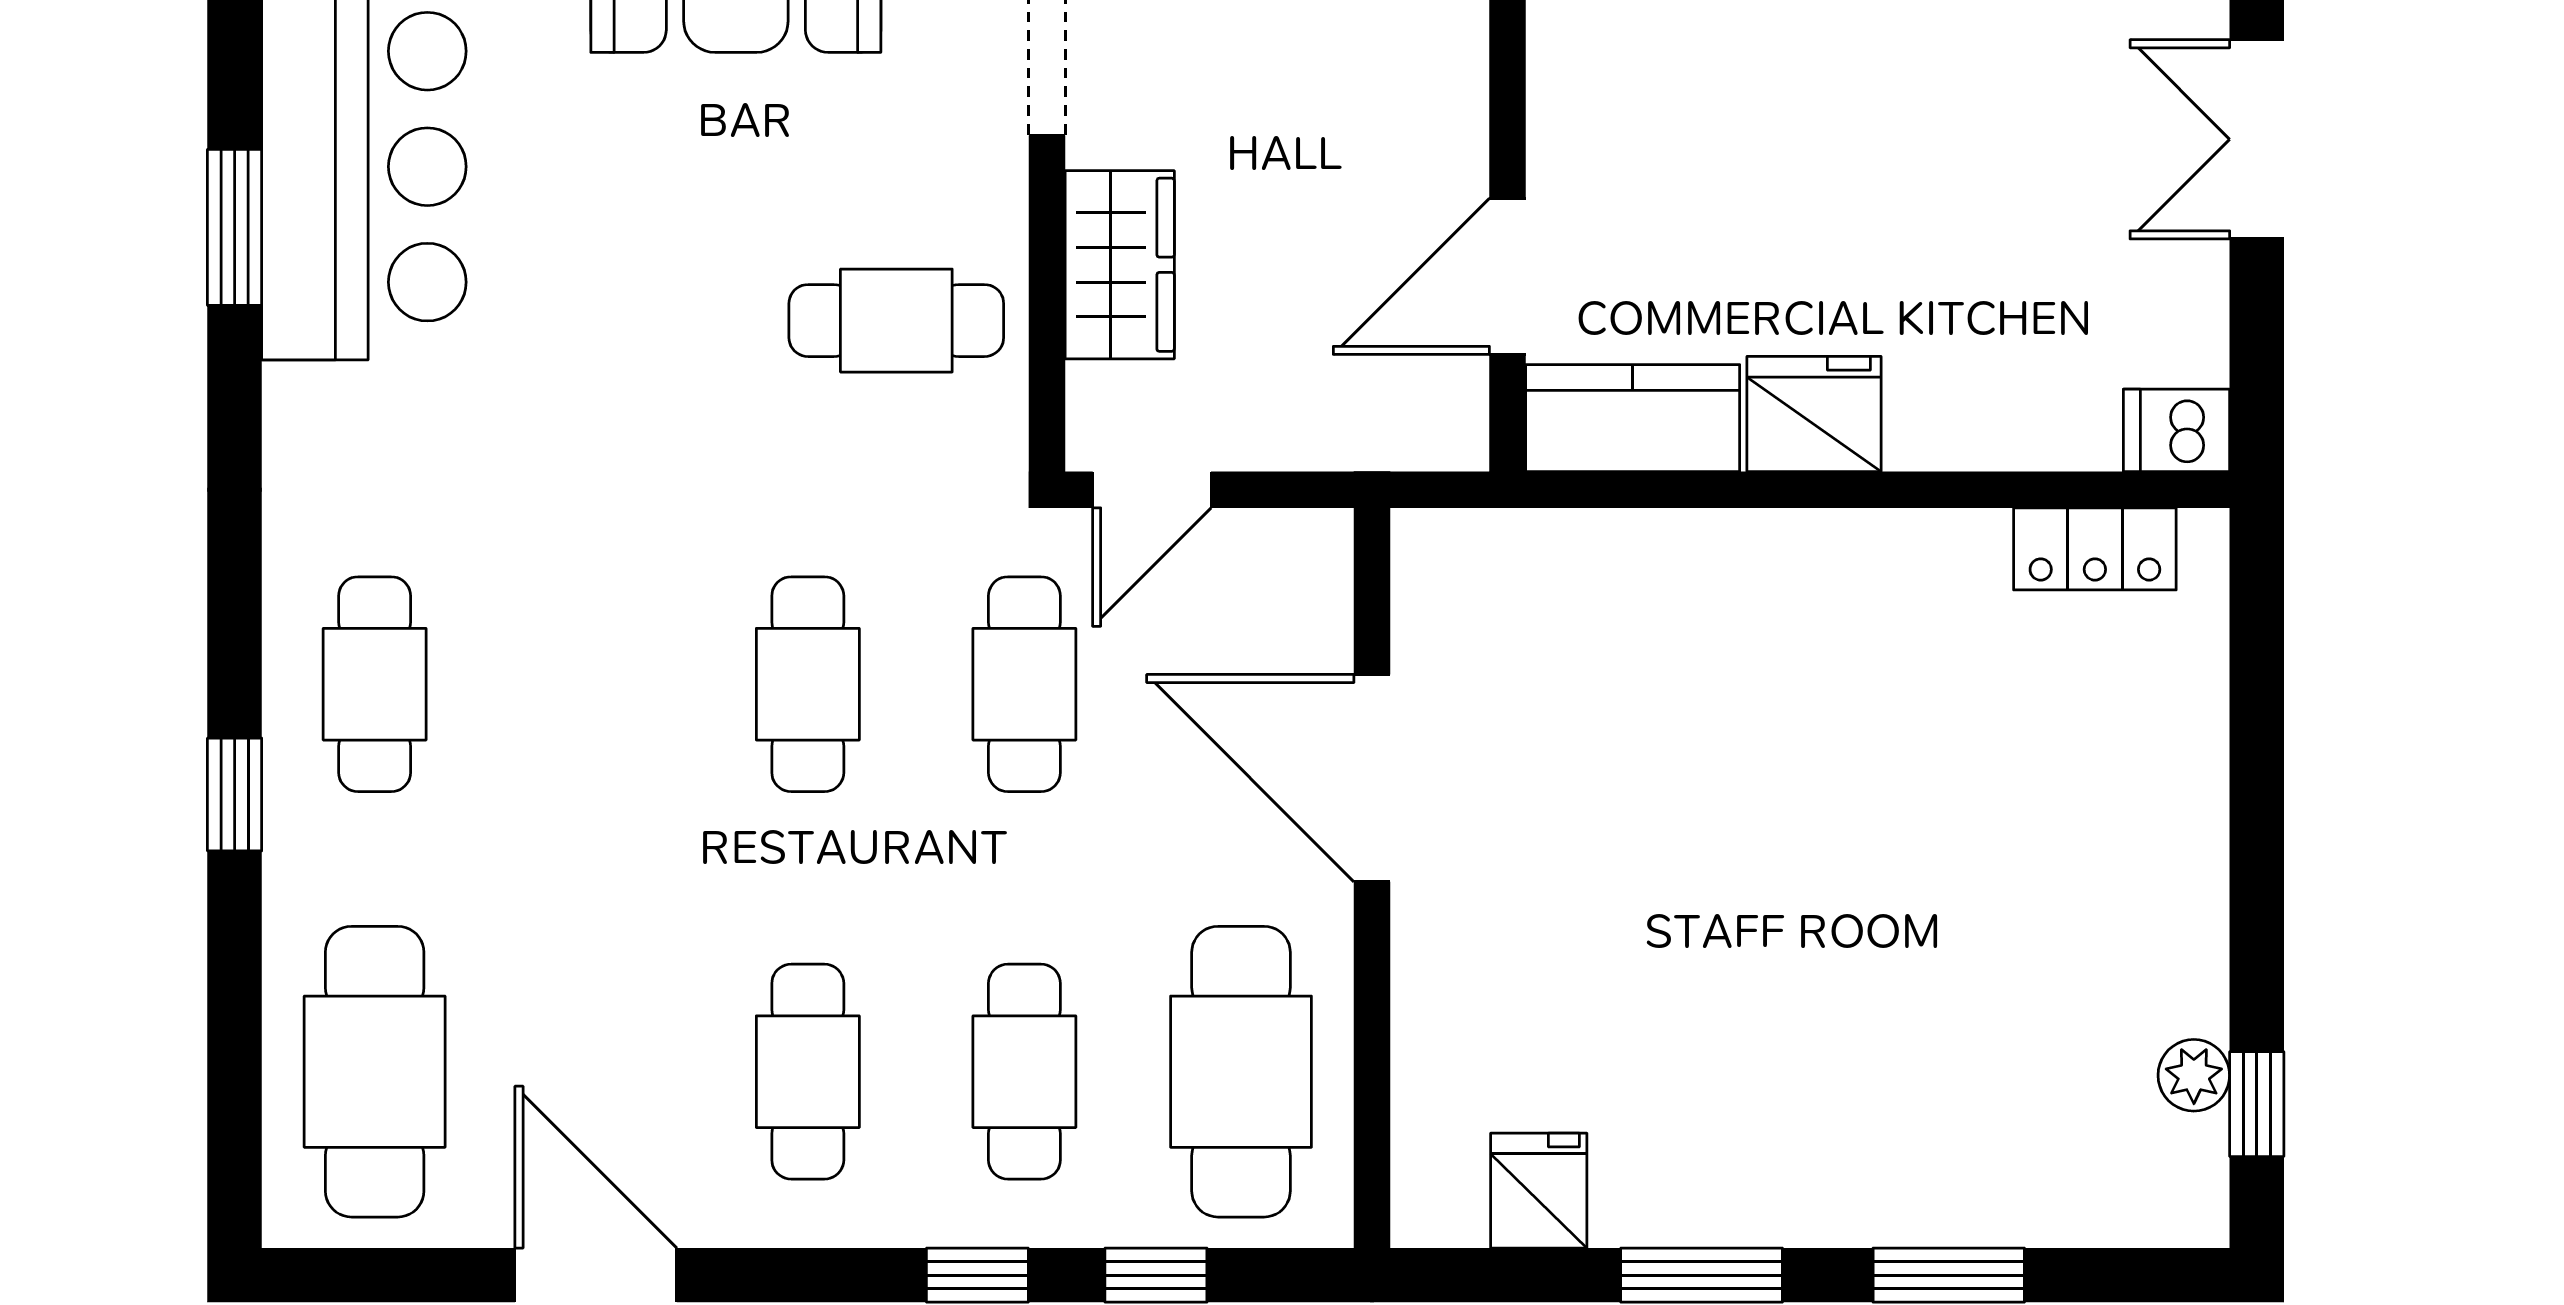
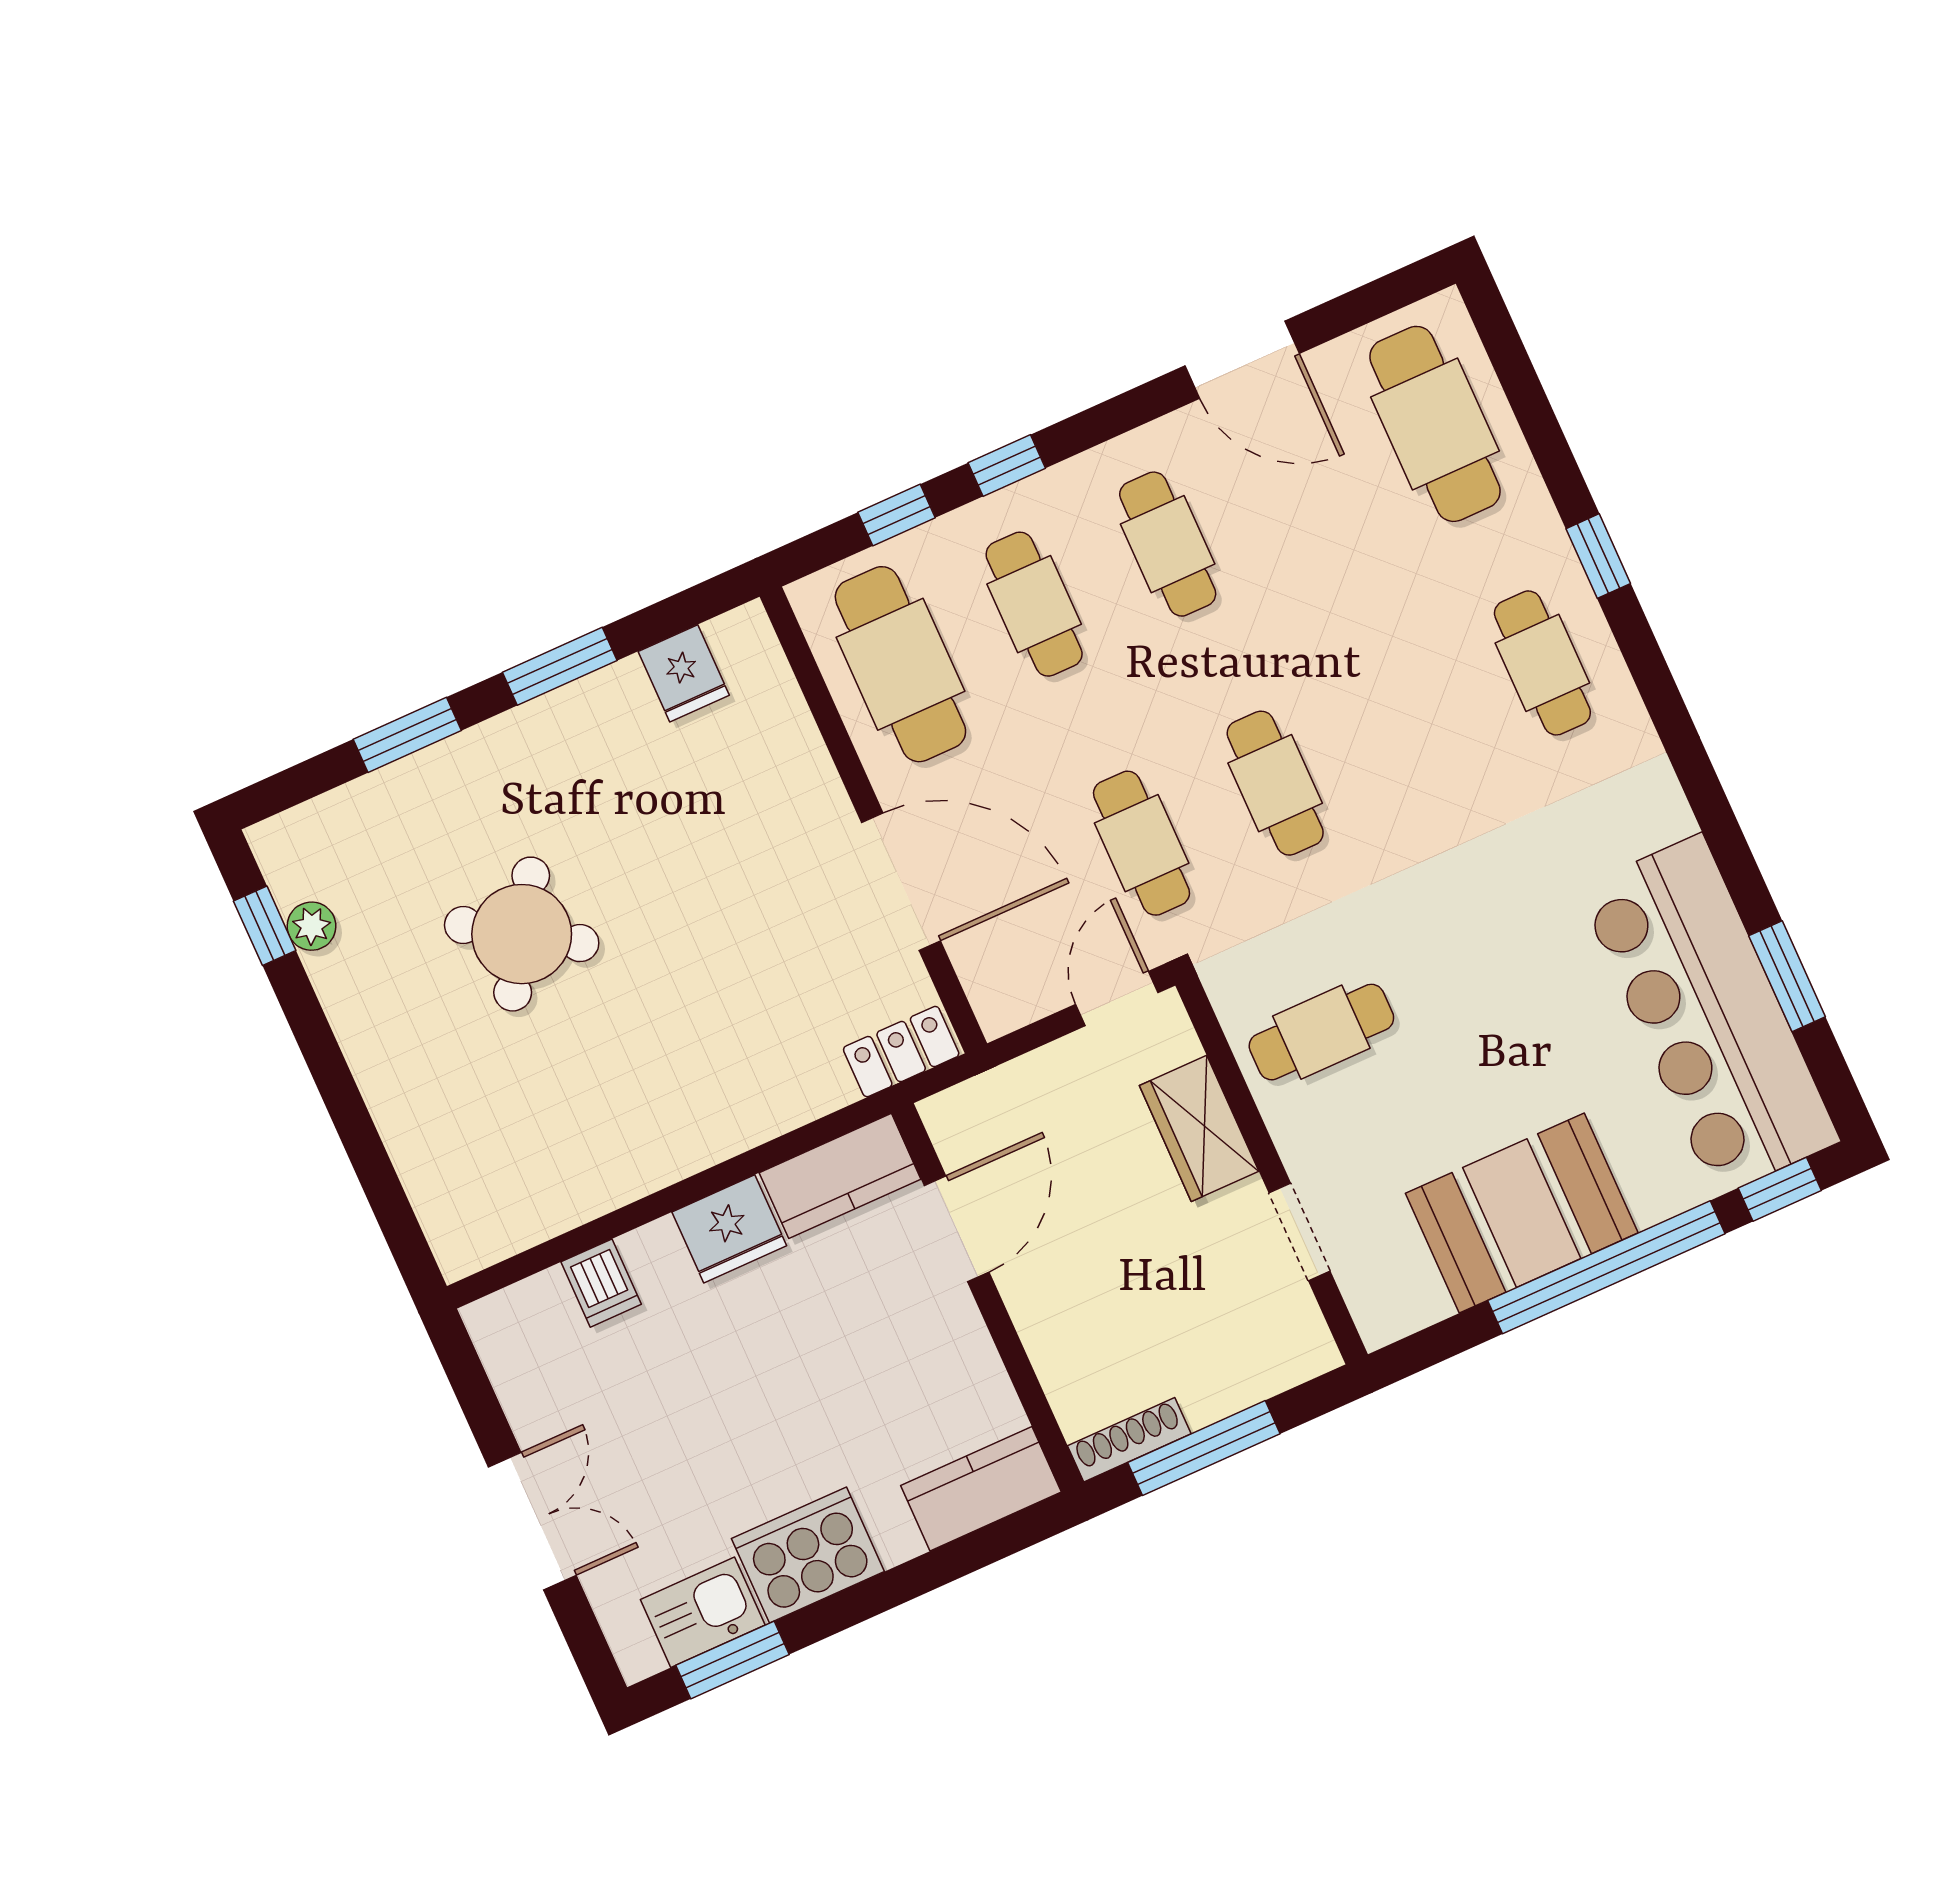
window: (235, 227) -> (1787, 976), moved
dishwasher: (2176, 430) -> (601, 1283), moved, turned 90
locker: (2095, 549) -> (901, 1052), moved
round table: (1915, 937) -> (522, 934), added

